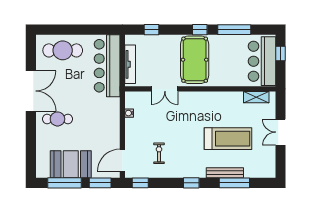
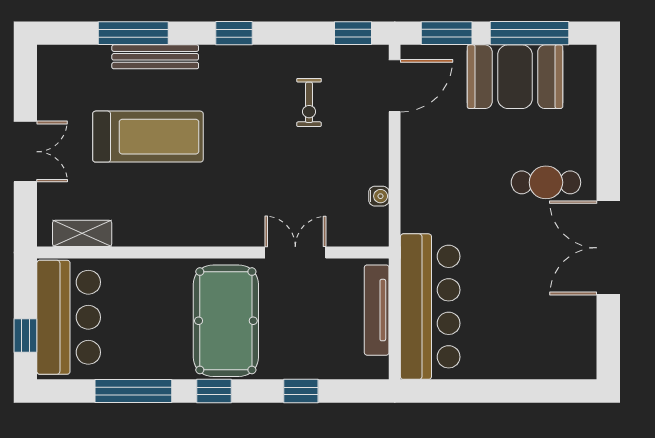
window: (151, 30) -> (301, 391), moved
cafe table: (63, 50) -> (534, 342), removed
treadmill: (228, 139) -> (148, 137), turned 180

